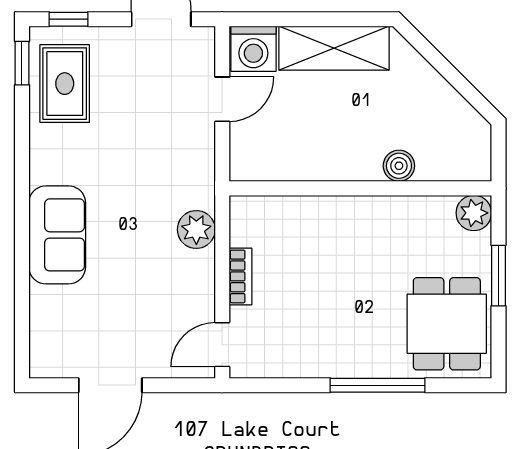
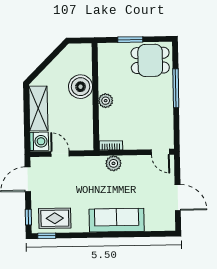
boiler: (399, 166) -> (81, 87), width x1.86, depth x1.86
plant: (474, 213) -> (106, 101), moved
sofa: (57, 235) -> (117, 220), width x1.36
bookcase: (240, 276) -> (111, 145), moved

